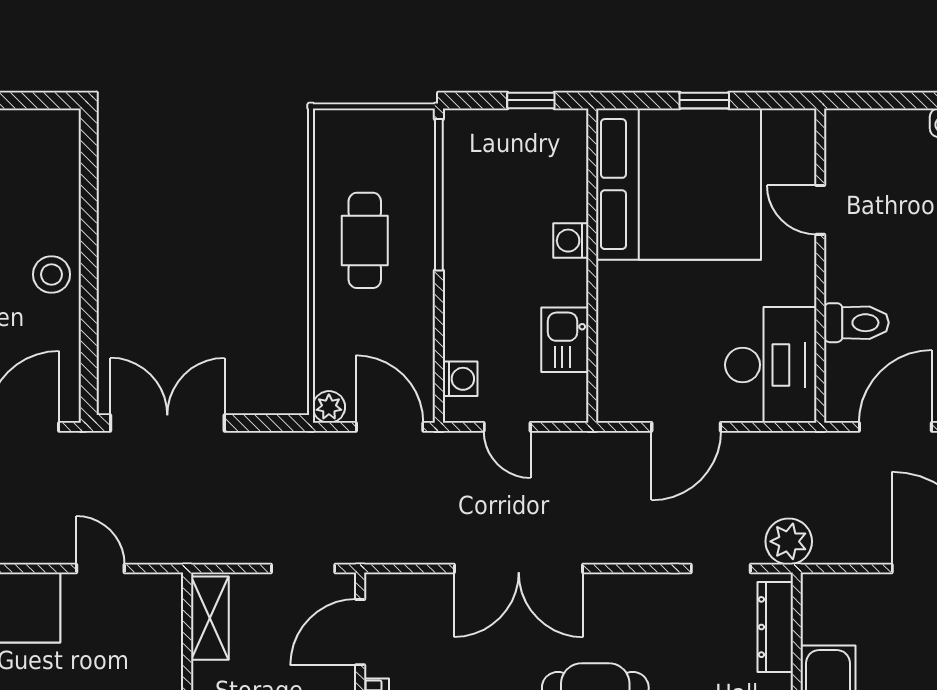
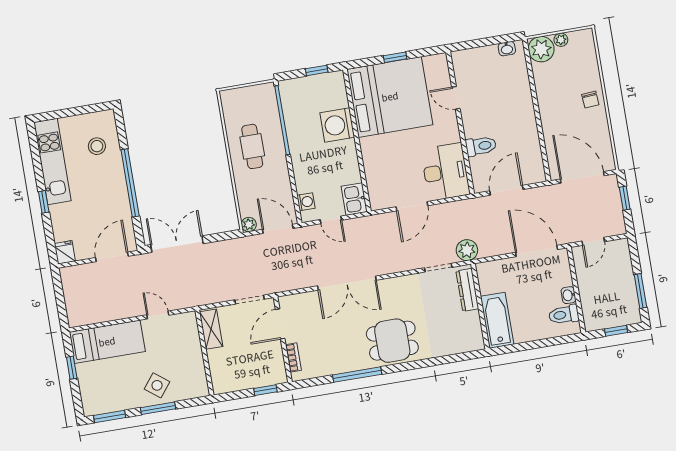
washing machine: (571, 241) -> (337, 125), width x1.89, depth x1.89
stool: (52, 274) -> (97, 146), moved
window: (89, 274) -> (130, 183), added
kitchen sink: (565, 340) -> (354, 199), moved

